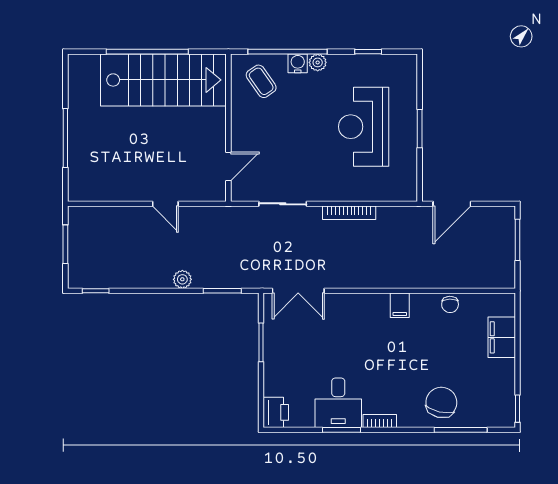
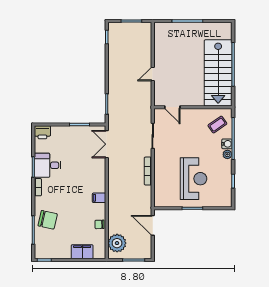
reception desk: (364, 127) -> (193, 179), turned 90
plant: (182, 279) -> (117, 243), moved, width x1.87, depth x1.87

